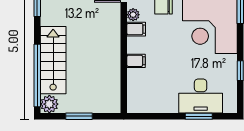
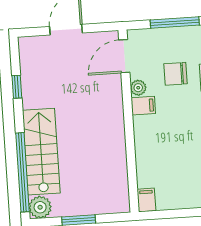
filing cabinet: (136, 61) -> (146, 200), moved, turned -90

